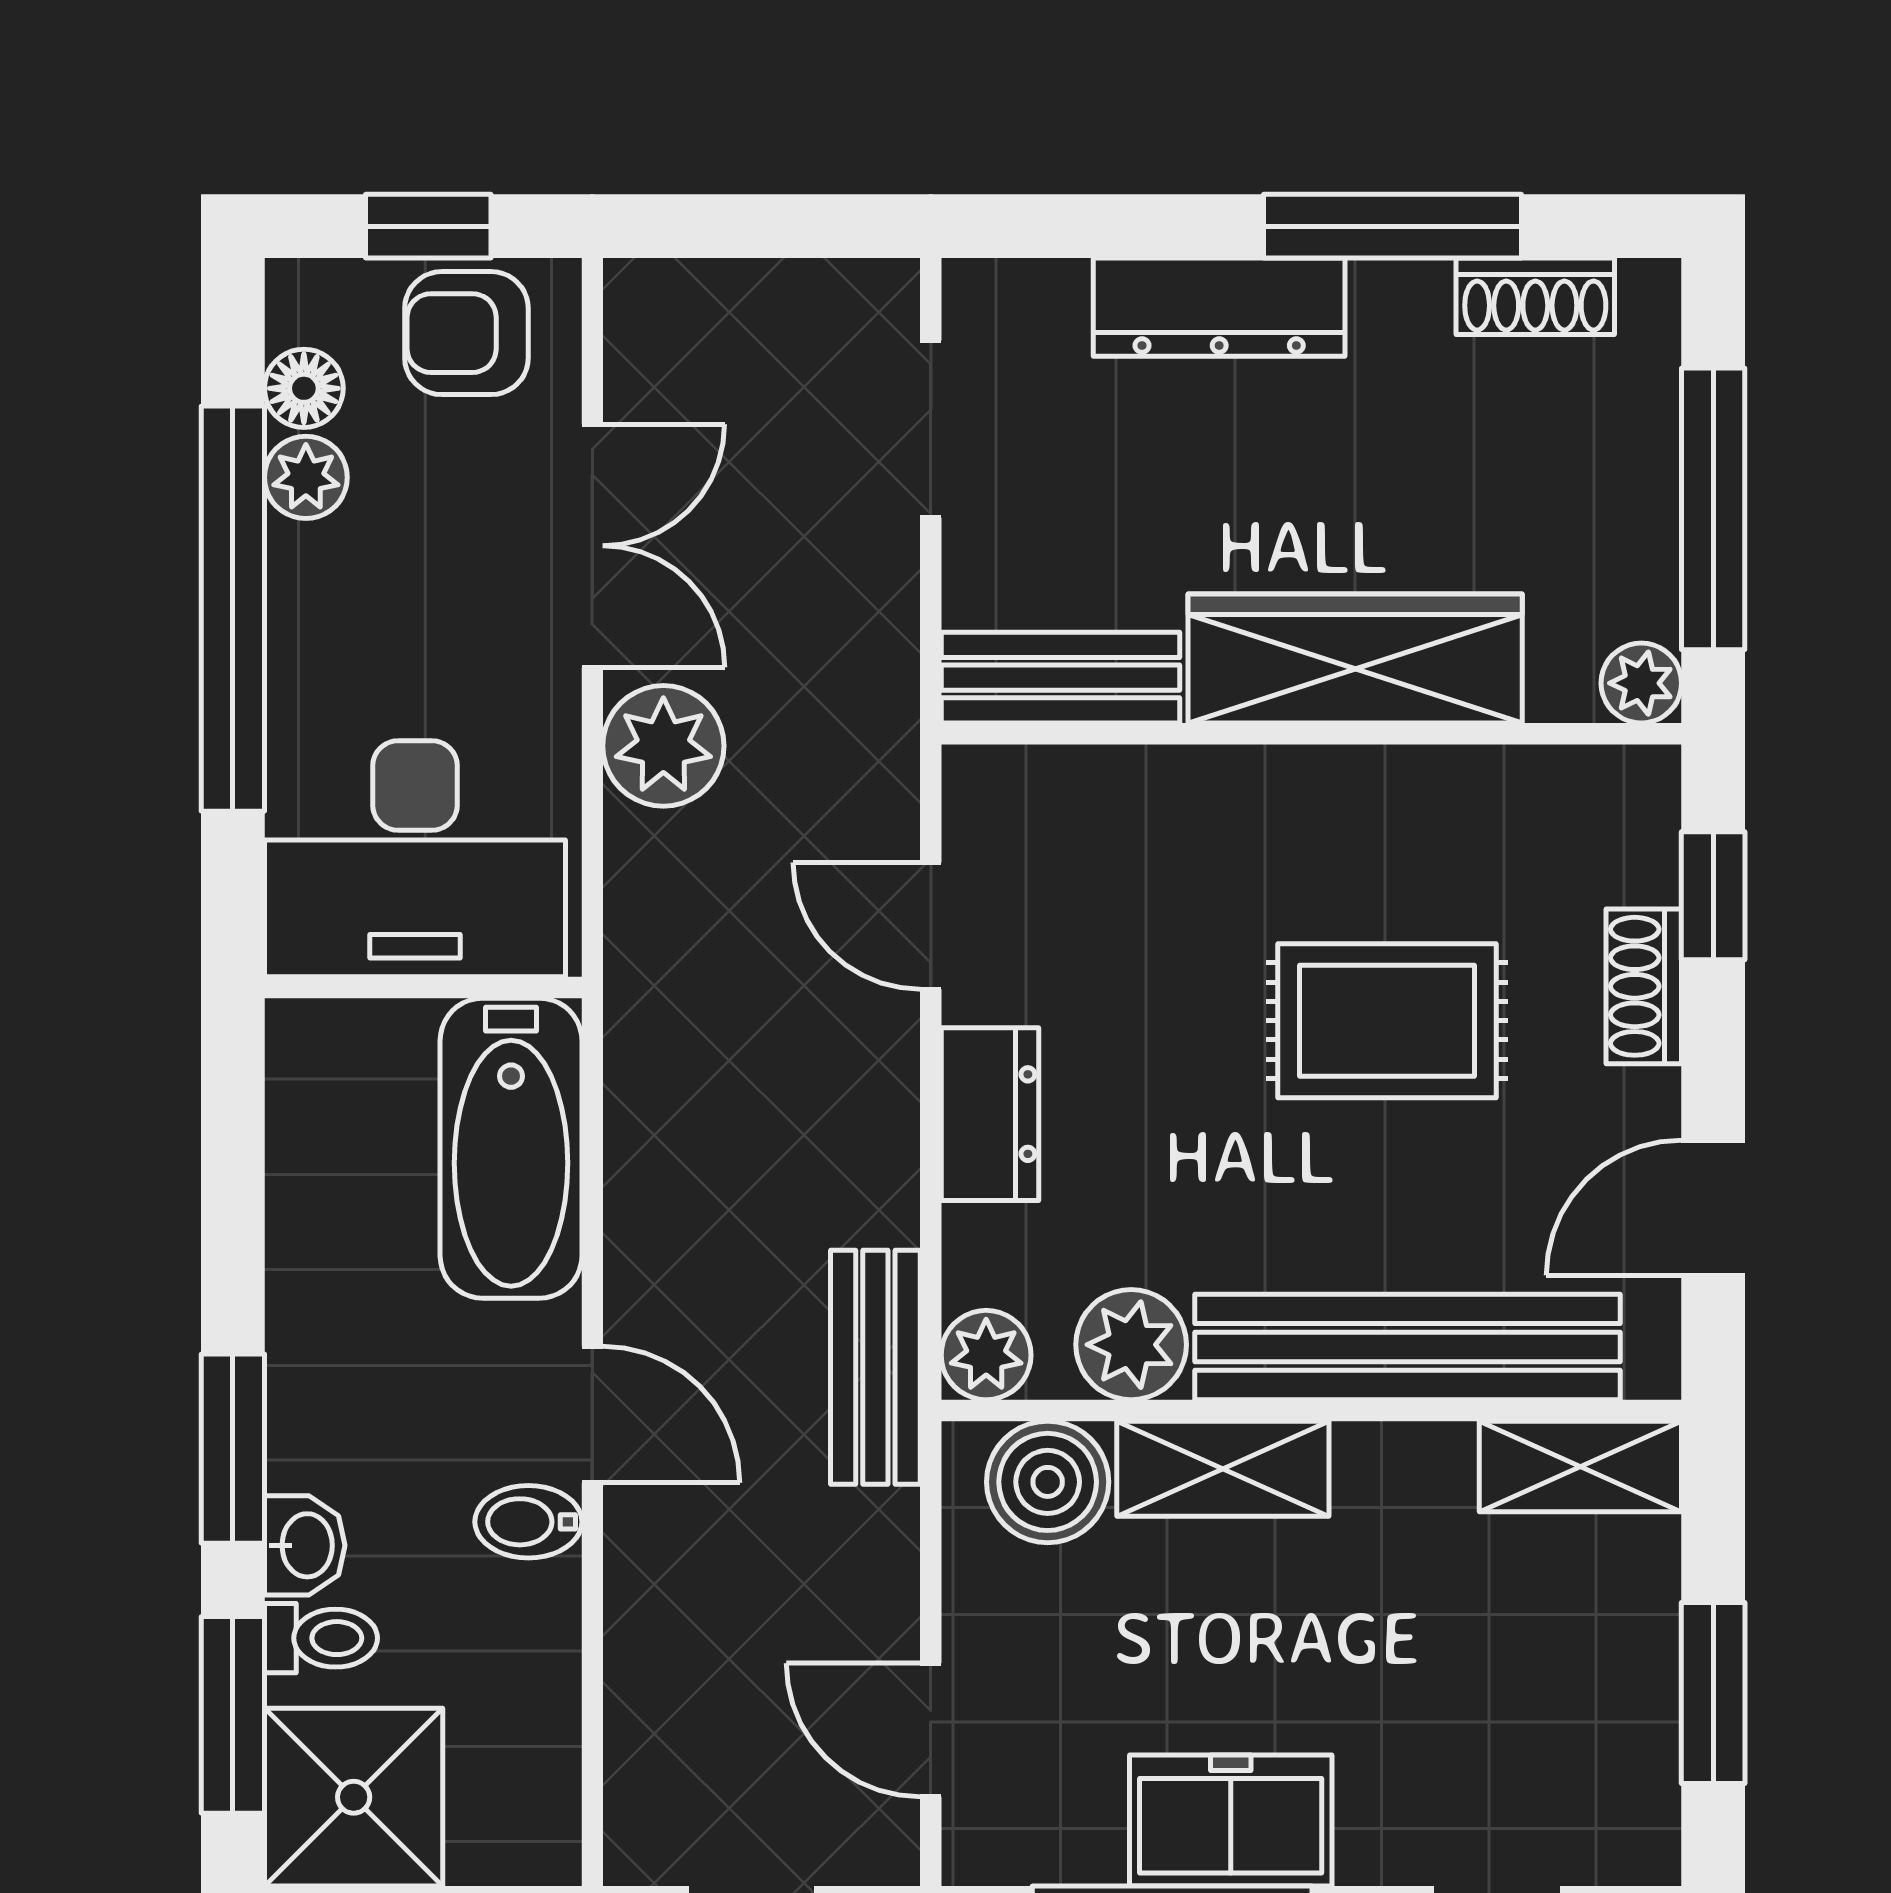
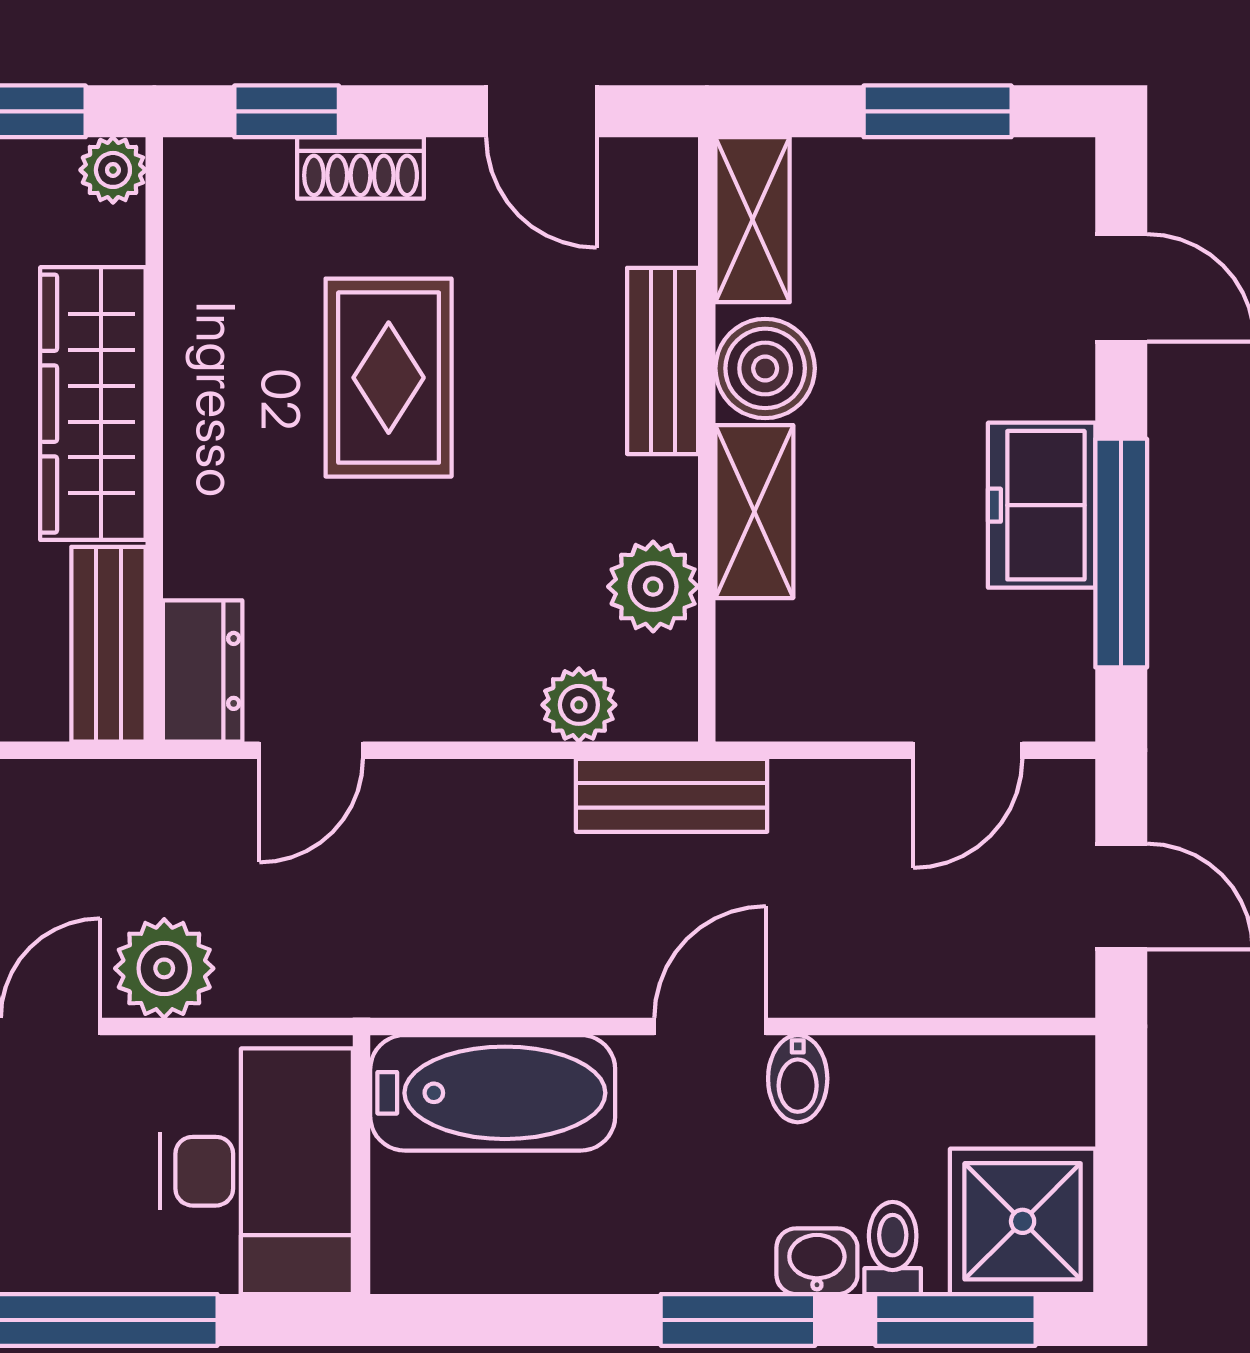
dresser: (990, 1114) -> (203, 671), moved, turned 90
bench: (1407, 1347) -> (663, 361), width x0.54, depth x0.82
plant: (986, 1355) -> (579, 705), moved
boiler: (1048, 1482) -> (765, 368), moved

